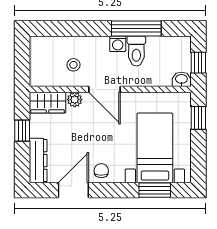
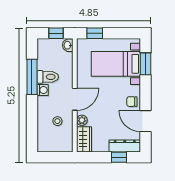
window: (22, 131) -> (119, 157), moved

